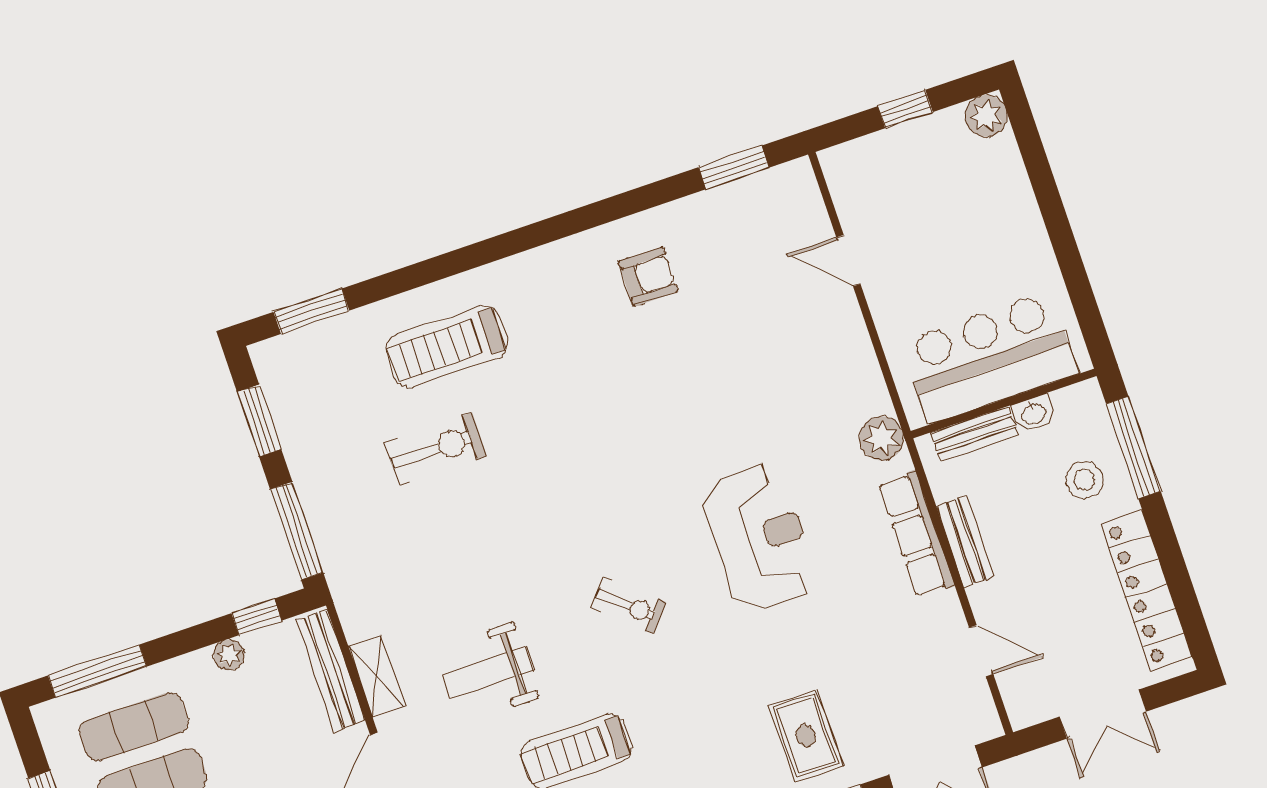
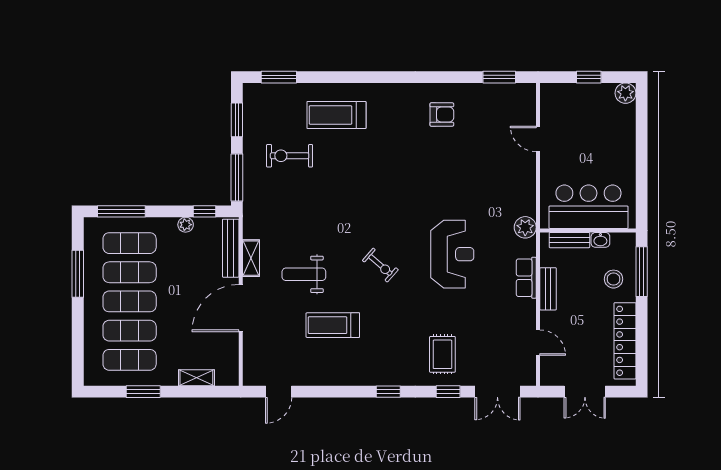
exercise bike: (436, 449) -> (290, 156), moved, turned 180
row of seats: (916, 534) -> (526, 278), width x0.68

